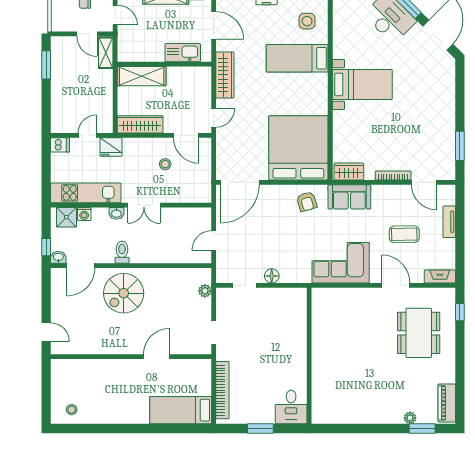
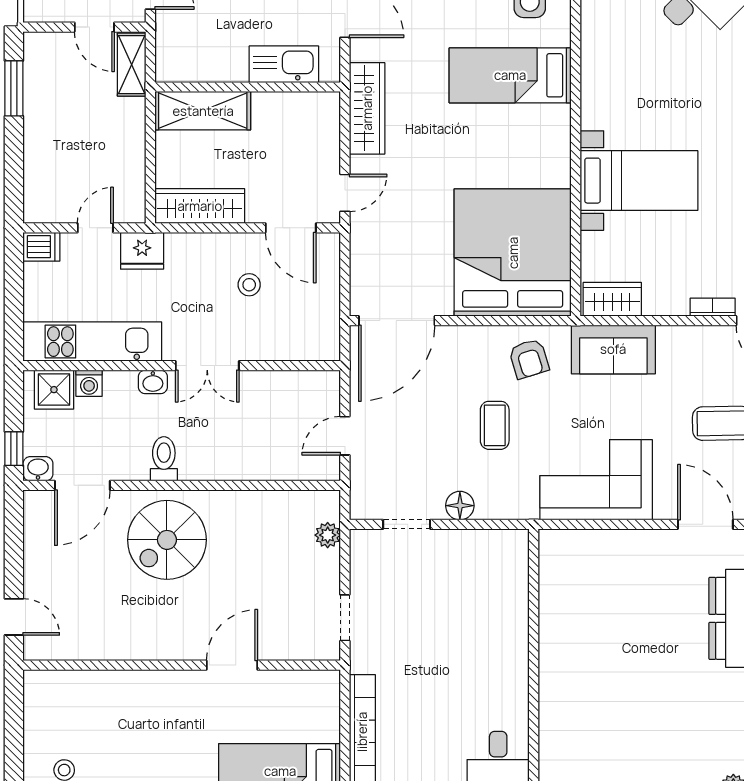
bed with nightstands: (362, 84) -> (639, 181), moved
bookcase: (393, 175) -> (713, 307), width x0.64
coffee table: (289, 235) -> (495, 425), added

